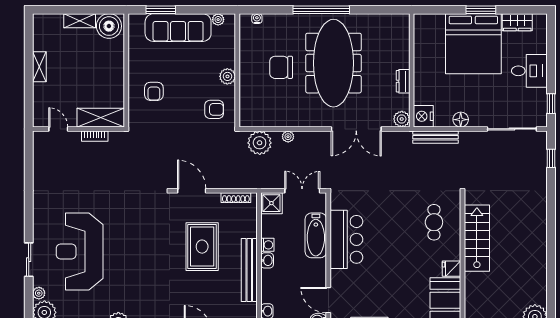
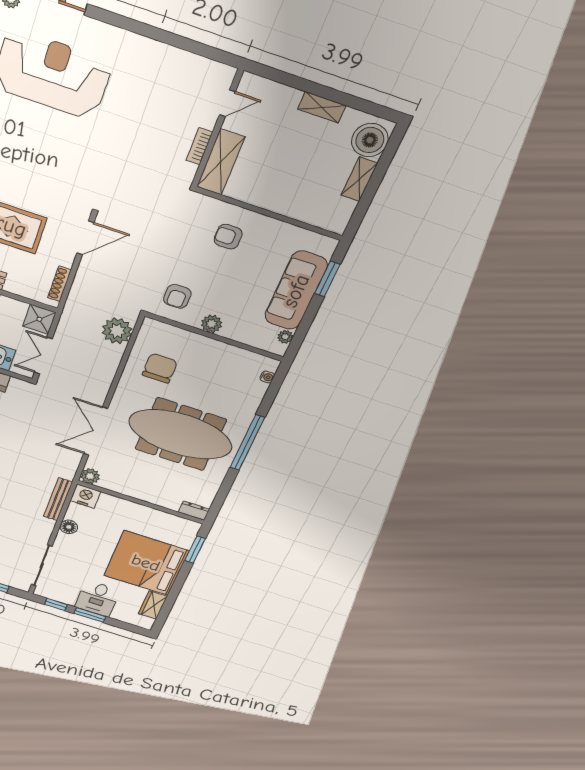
window: (481, 10) -> (195, 550), moved
boiler: (109, 26) -> (370, 140), moved
chair: (281, 67) -> (160, 368), moved
window: (551, 71) -> (90, 615), added
dresser: (403, 81) -> (194, 511), moved
plant: (288, 137) -> (113, 362), removed
double door: (302, 191) -> (43, 356), swing flipped

